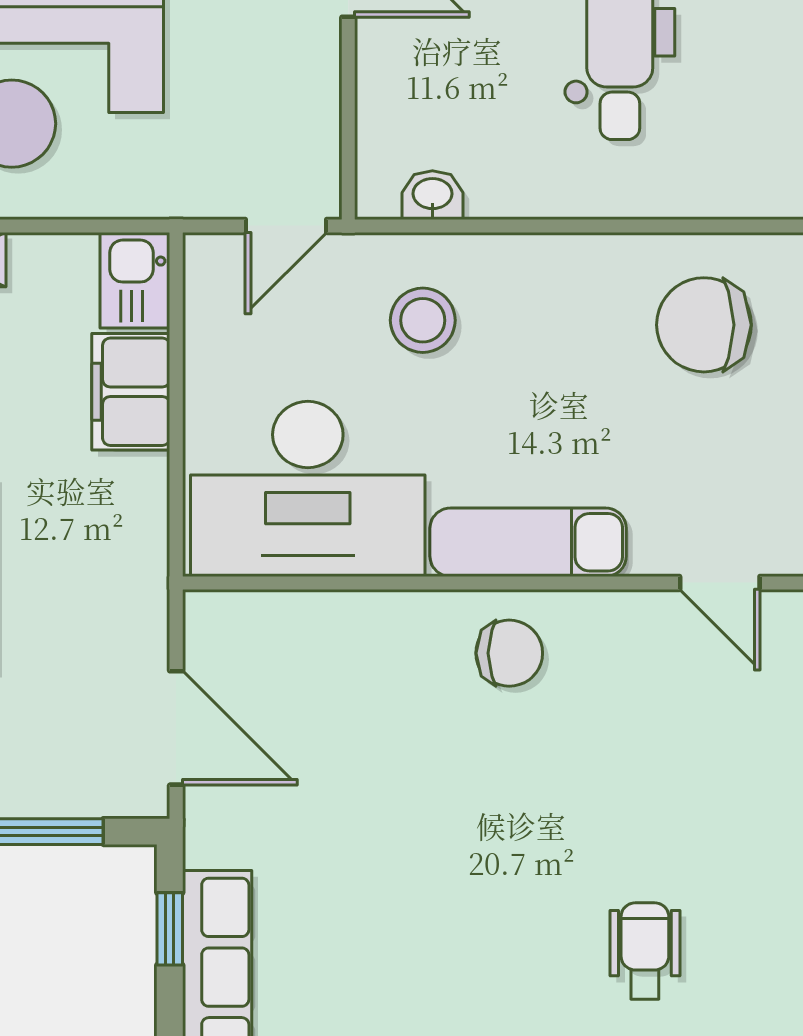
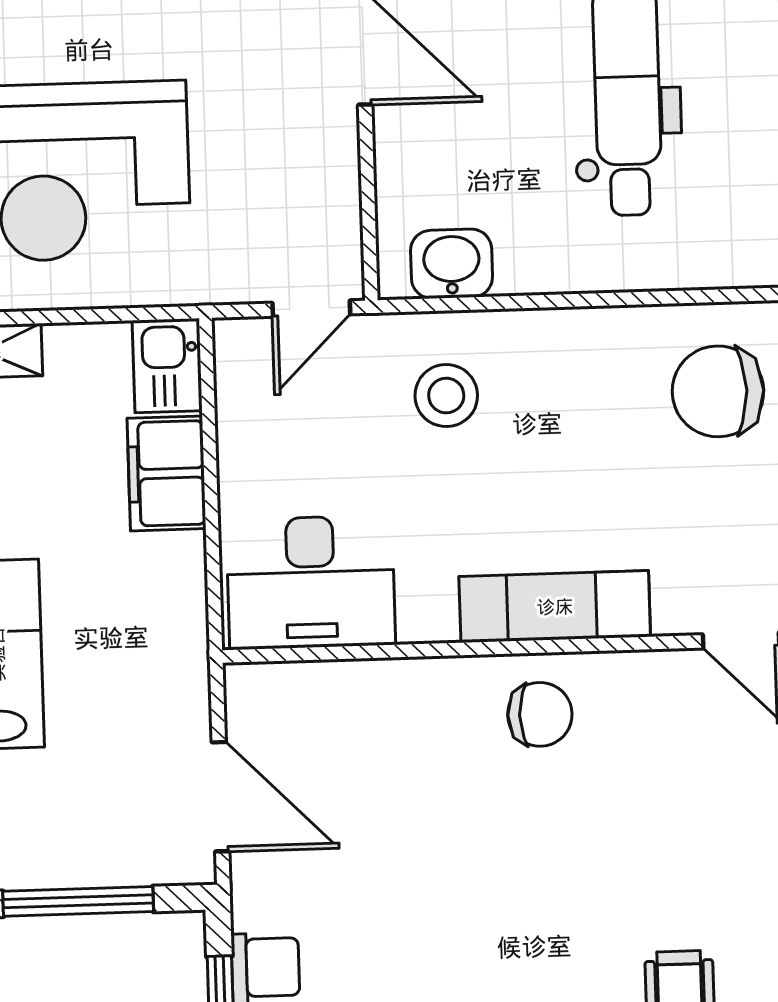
washbasin: (432, 195) -> (452, 264), width x1.38, depth x1.45
desk: (308, 489) -> (311, 582), width x0.73, depth x0.77

